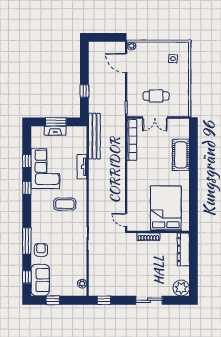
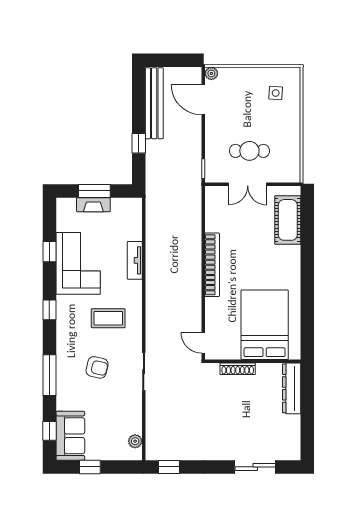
bench: (94, 136) -> (154, 103), moved
bookcase: (132, 140) -> (212, 265), moved
cot: (181, 155) -> (288, 220), moved
window: (27, 188) -> (49, 310), moved
armchair: (41, 250) -> (97, 367), moved, turned 103
plant: (181, 288) -> (288, 448), removed
sliding door: (149, 300) -> (255, 467), moved

